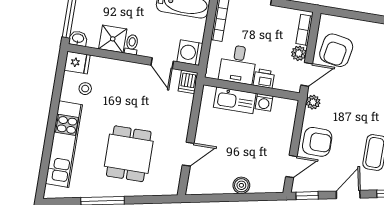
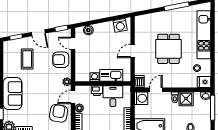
door: (162, 63) -> (156, 90), hinge flipped
dining table: (129, 154) -> (168, 49), moved
door: (188, 154) -> (133, 51), moved
door: (291, 166) -> (73, 43), hinge flipped
washing machine: (205, 184) -> (120, 25), added
boiler: (241, 185) -> (88, 30), moved
door: (348, 195) -> (38, 33), hinge flipped

